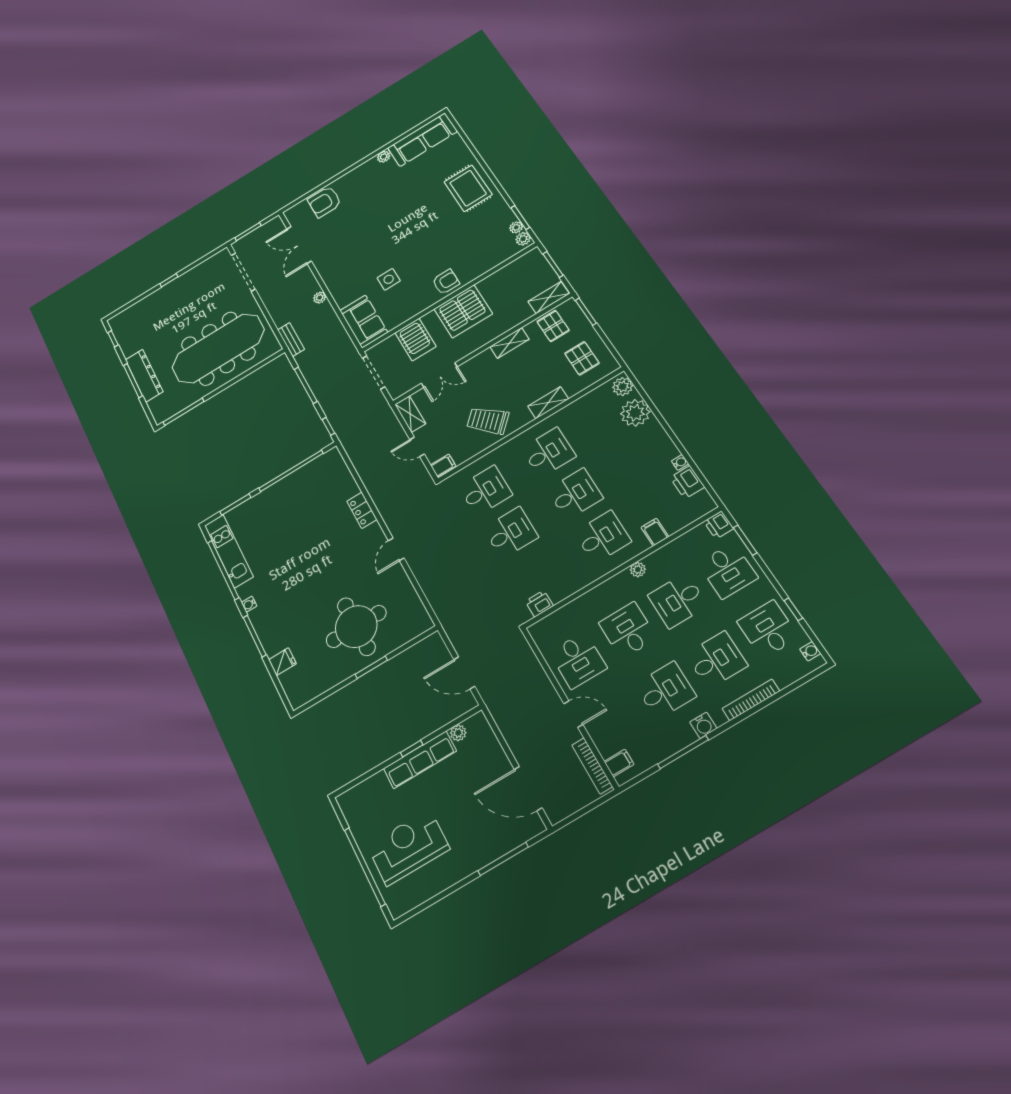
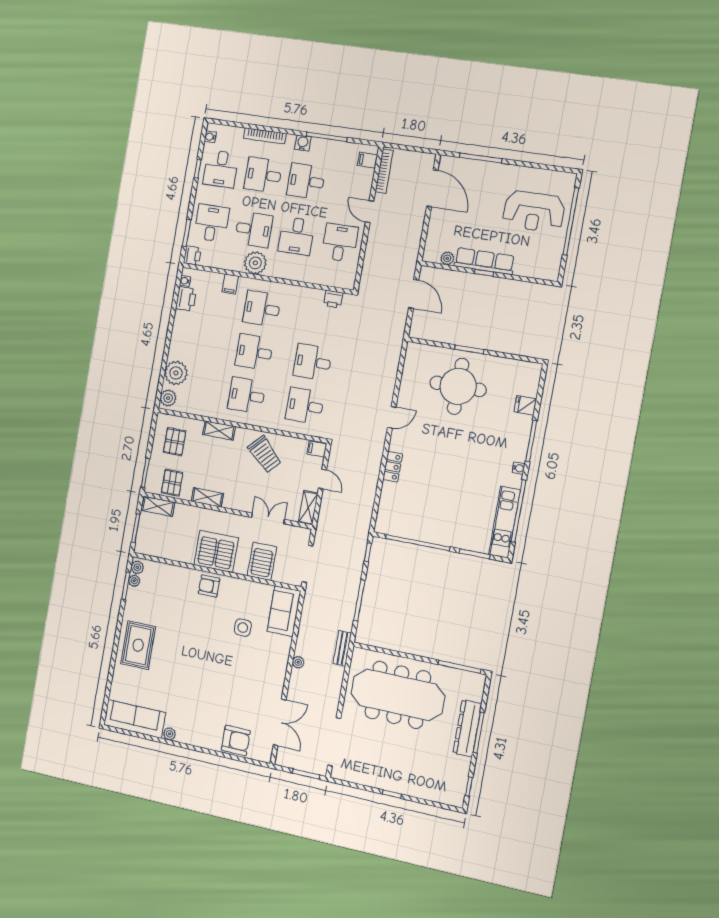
water cooler: (680, 462) -> (185, 281), moved
plant: (638, 570) -> (255, 263), width x1.88, depth x1.88

